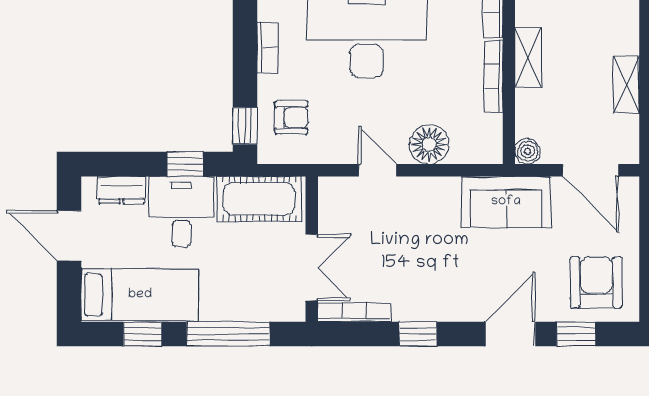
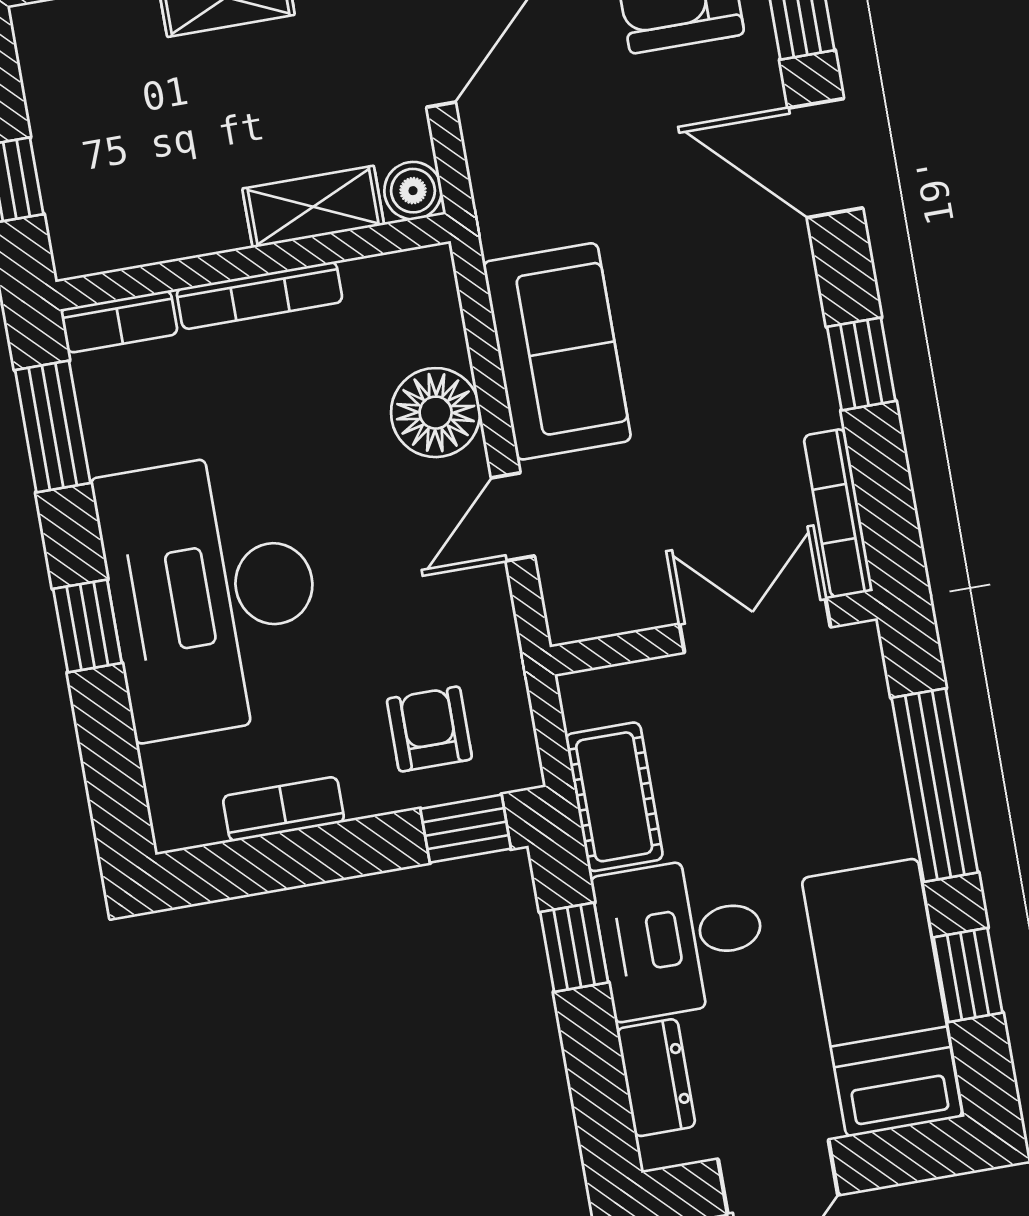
shelving: (528, 57) -> (313, 207), moved
cot: (259, 199) -> (614, 797), width x0.73, depth x0.75
sofa: (506, 202) -> (557, 351), moved

